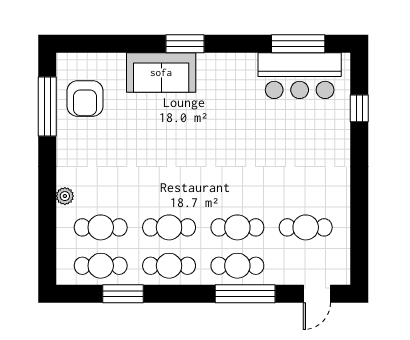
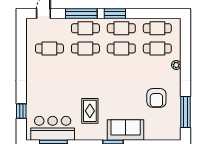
armchair: (85, 99) -> (156, 98), moved, turned 180
rug: (229, 109) -> (90, 111), added
window: (123, 294) -> (115, 13), moved

